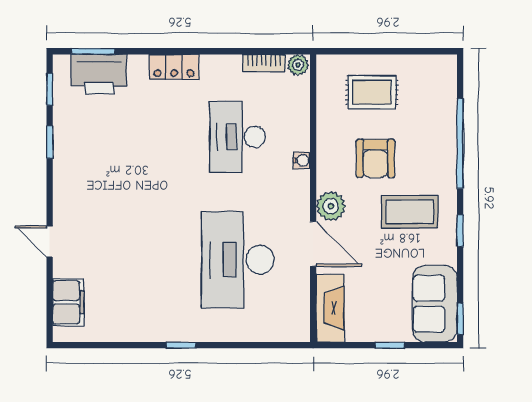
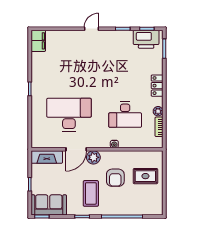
plant: (298, 65) -> (158, 111), moved
printer: (99, 74) -> (146, 39), moved, turned -90
rug: (372, 92) -> (145, 176), turned 90
desk: (238, 137) -> (125, 115), turned 180
armchair: (375, 158) -> (115, 178), turned -90
door: (50, 241) -> (91, 29), moved
filing cabinet: (68, 302) -> (38, 41), moved, turned -90

